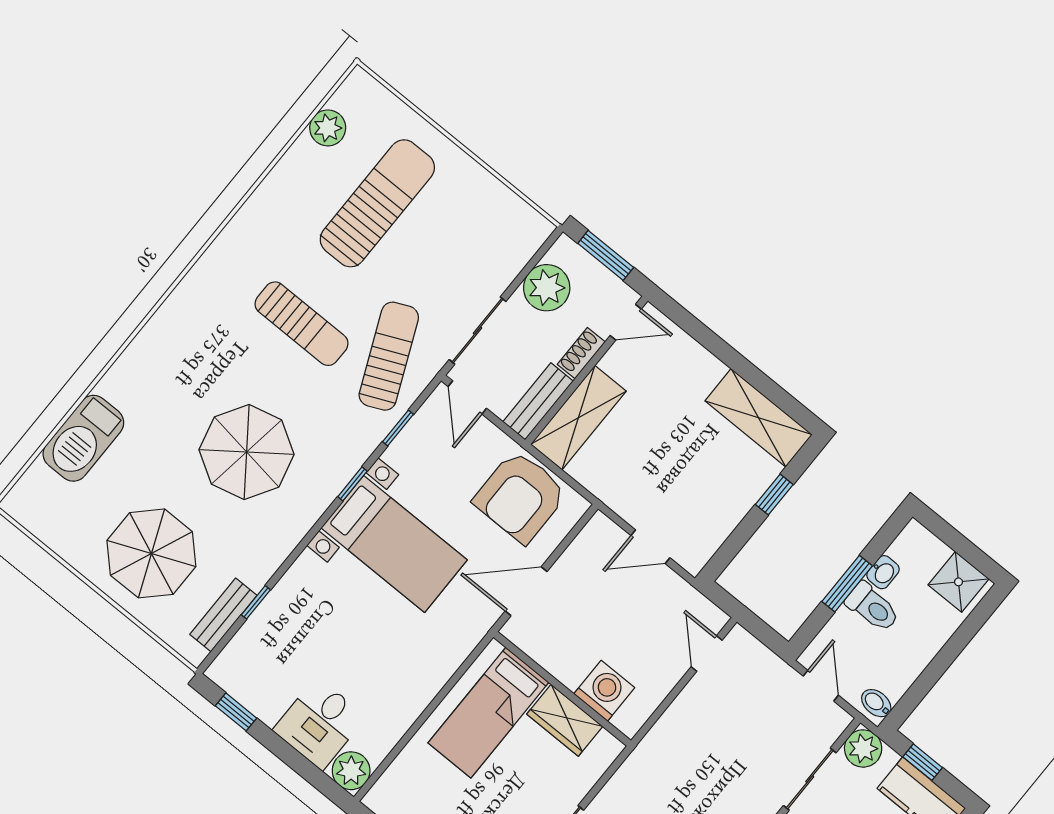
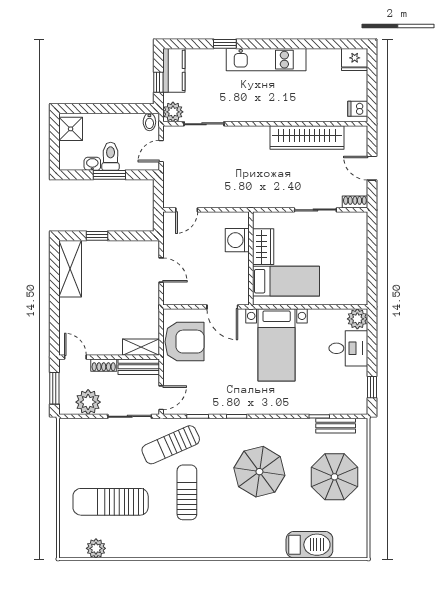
shelving: (578, 418) -> (141, 347), width x0.67, depth x0.75
bed with nightstands: (394, 544) -> (277, 345), moved, turned 180

